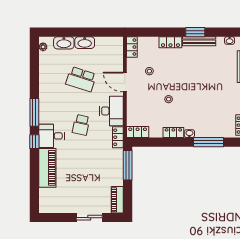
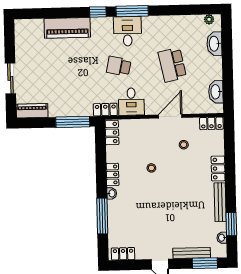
window: (195, 32) -> (231, 224), moved
washbasin: (85, 43) -> (216, 92), moved
school desk: (81, 79) -> (172, 65), turned -30
desk: (112, 111) -> (131, 102), width x0.73
desk: (51, 136) -> (128, 31), moved

